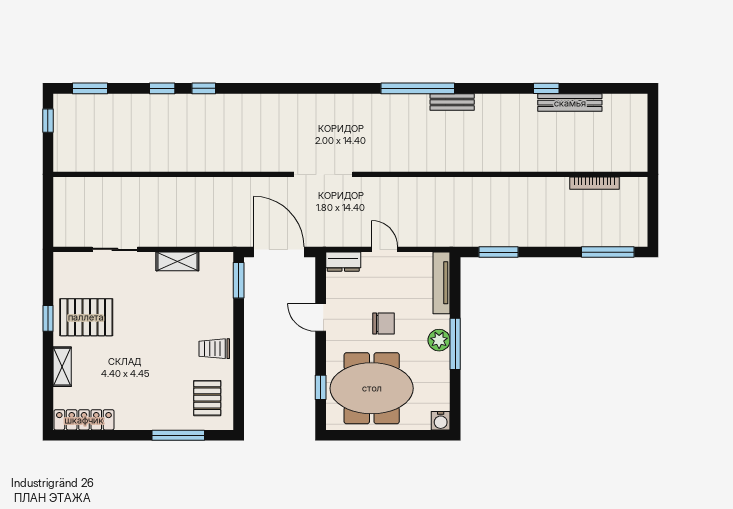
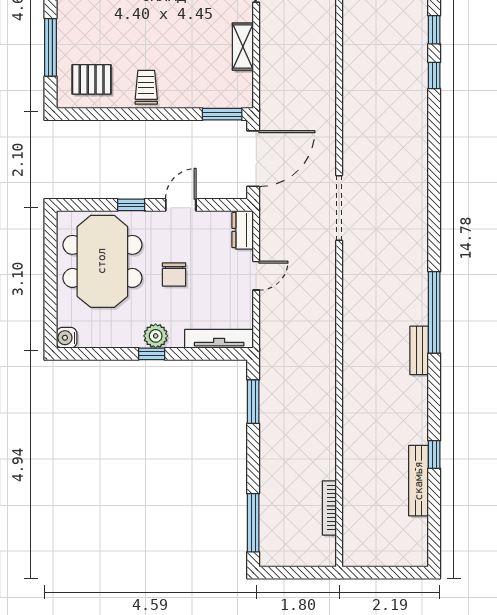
window: (455, 344) -> (152, 354), width x0.46
window: (321, 387) -> (131, 205), moved

